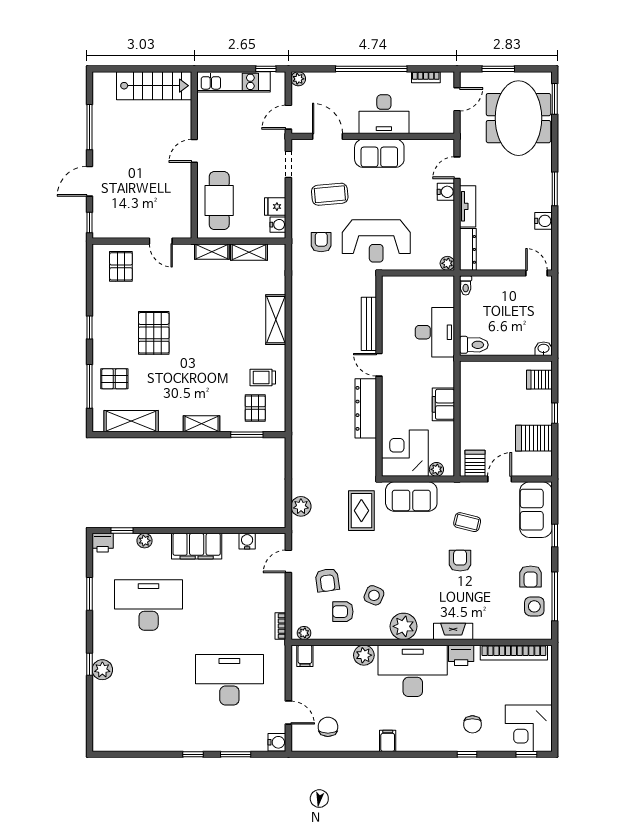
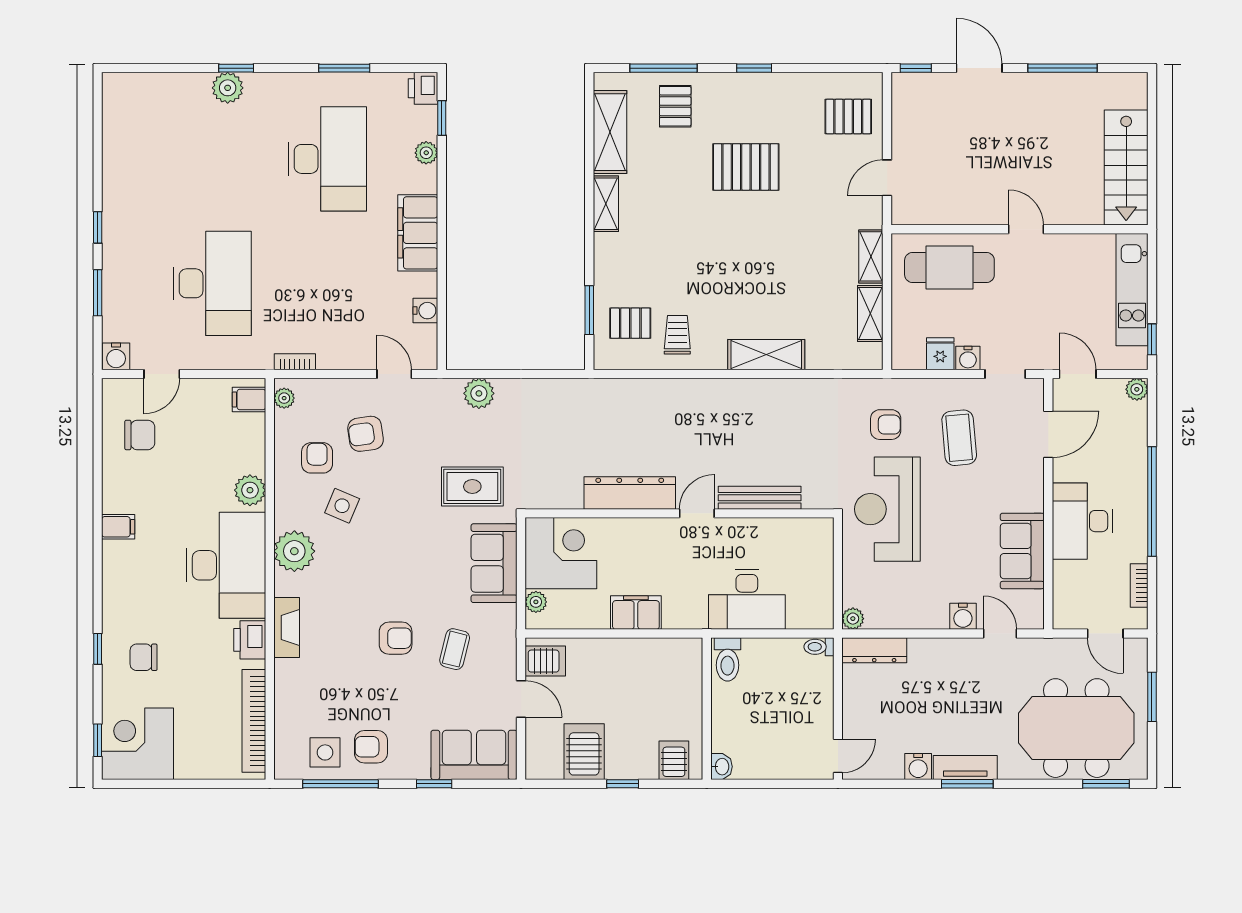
sofa: (379, 153) -> (1022, 551), moved
tv unit: (468, 206) -> (965, 768), moved, turned 180
water cooler: (278, 225) -> (968, 358), moved
shelving: (202, 424) -> (606, 204), moved

